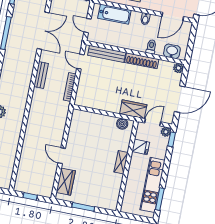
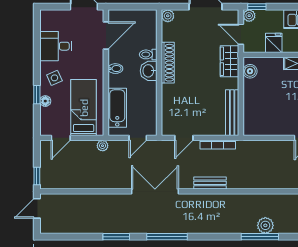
door: (173, 17) -> (106, 35), hinge flipped
washbasin: (172, 51) -> (149, 71), moved
bench: (107, 54) -> (232, 113), moved

